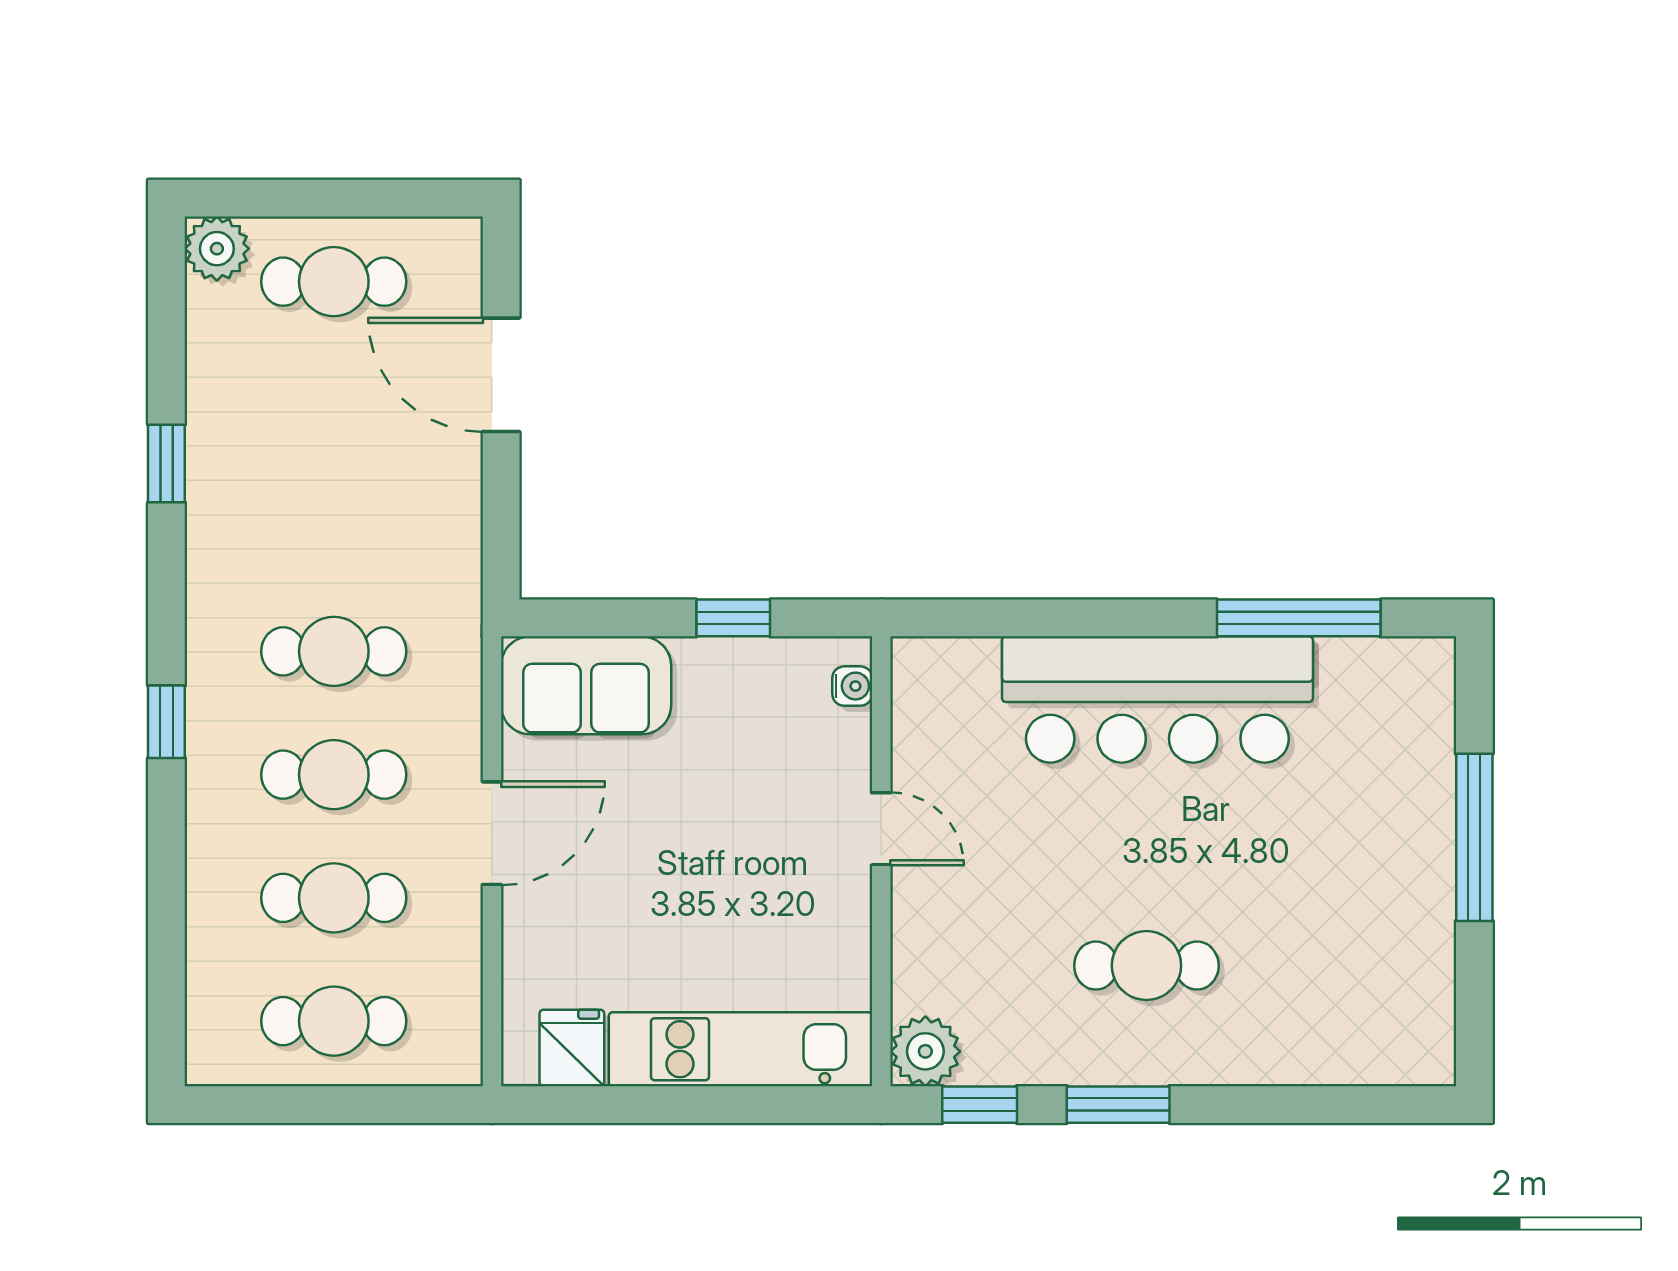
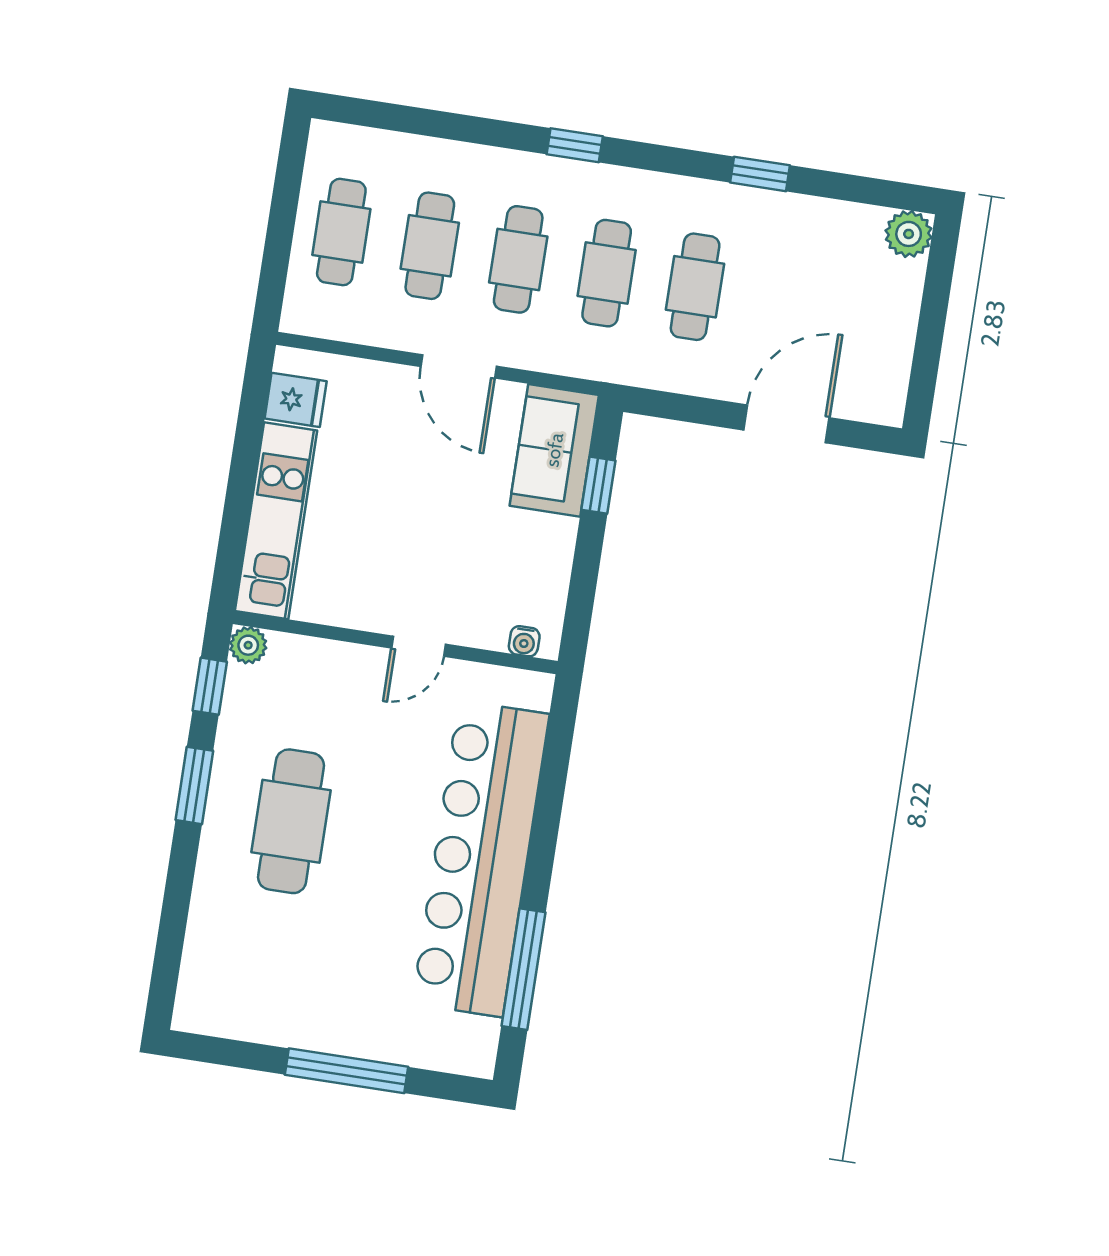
cafe table: (334, 282) -> (695, 287), moved
window: (733, 618) -> (598, 485), moved
bar counter: (1157, 699) -> (481, 859), width x1.36
cafe table: (1146, 966) -> (291, 821), width x1.37, depth x1.35
plant: (925, 1051) -> (248, 645), width x0.73, depth x0.73

